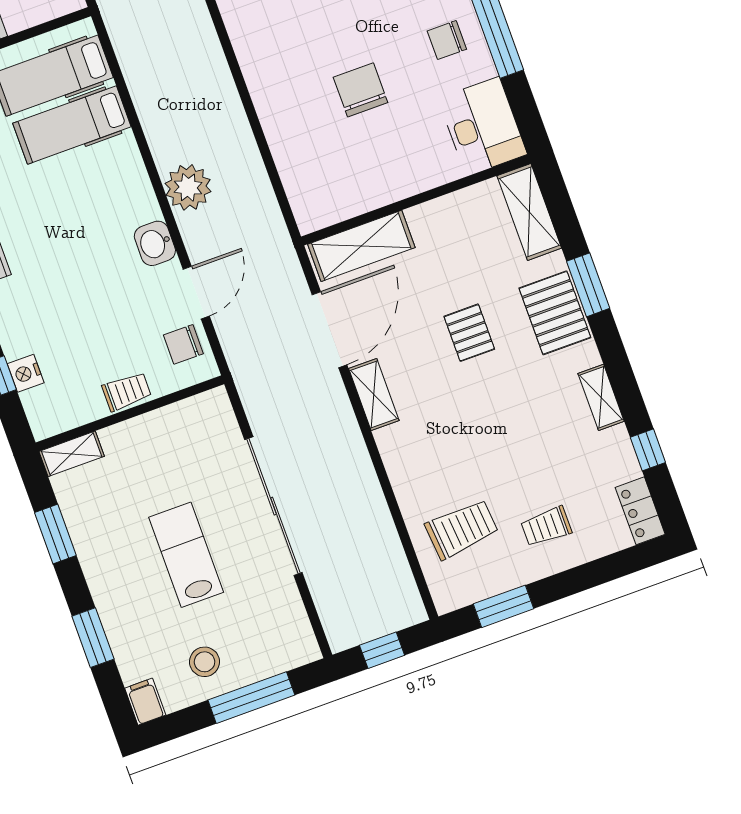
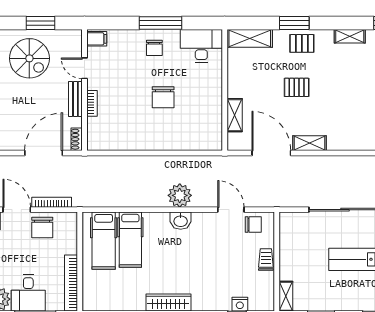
chair: (361, 90) -> (163, 97), turned -90
washbasin: (155, 243) -> (181, 221), moved
shelving: (361, 246) -> (235, 115), width x0.67, depth x0.75
pallet: (555, 313) -> (302, 43), width x0.67, depth x0.71
chair: (183, 344) -> (253, 225), turned -90

